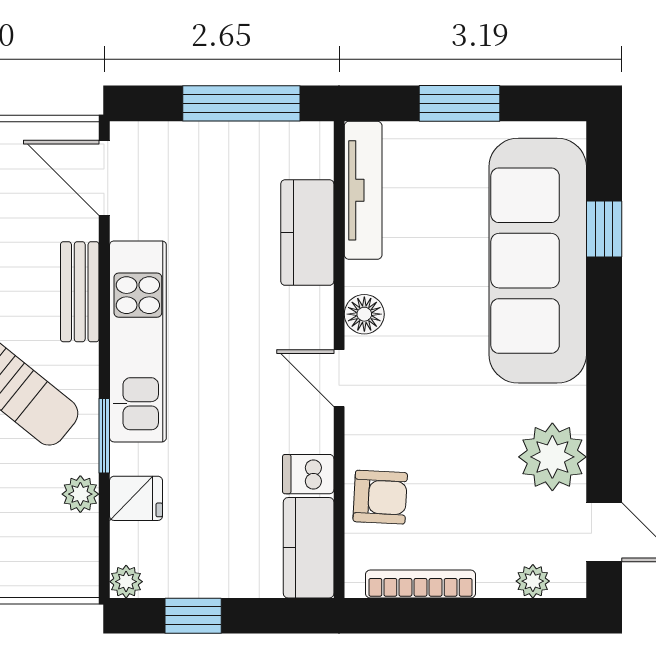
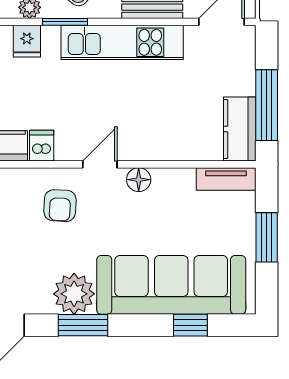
tv unit: (363, 190) -> (226, 179), width x0.71
kitchen counter: (307, 233) -> (240, 129), moved, turned -90
window: (604, 406) -> (83, 325), added
plant: (552, 457) -> (74, 294), moved
armchair: (380, 497) -> (60, 206), moved

